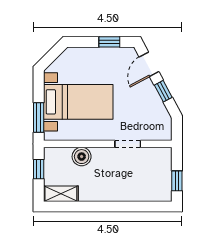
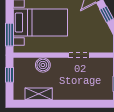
shelving: (61, 194) -> (39, 94), moved

